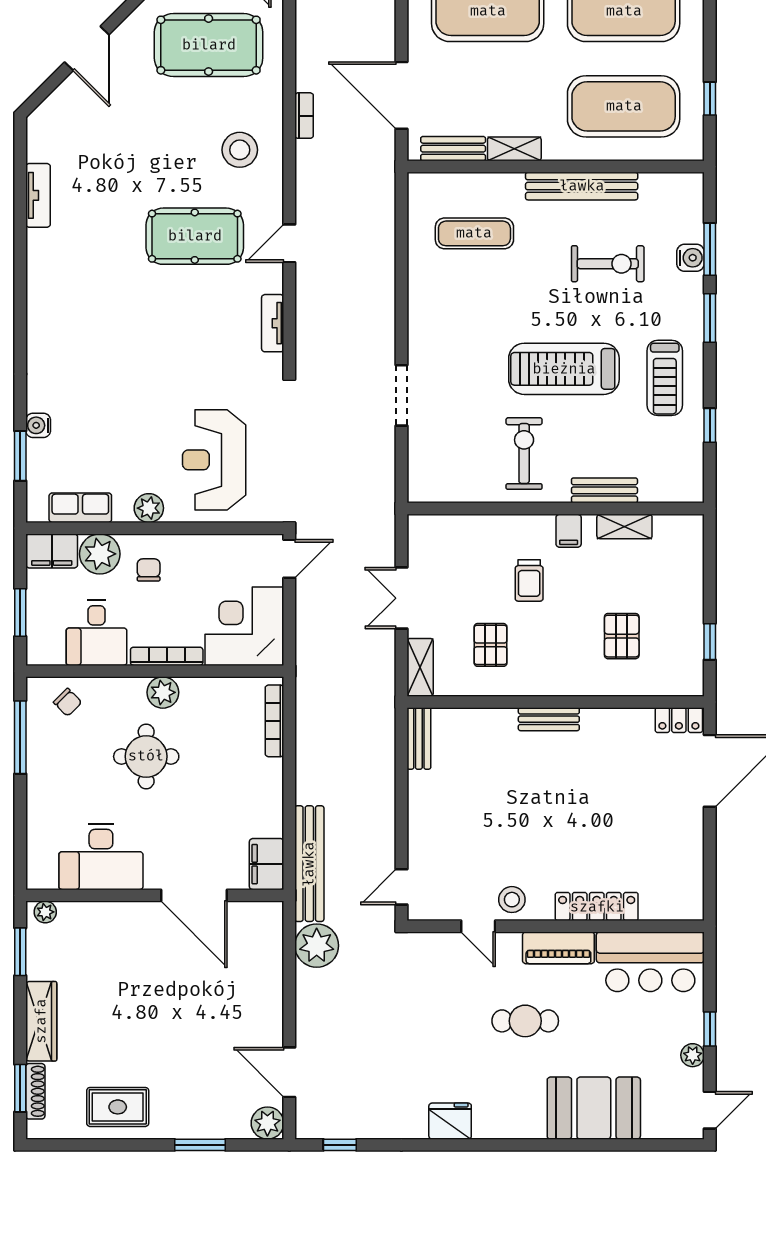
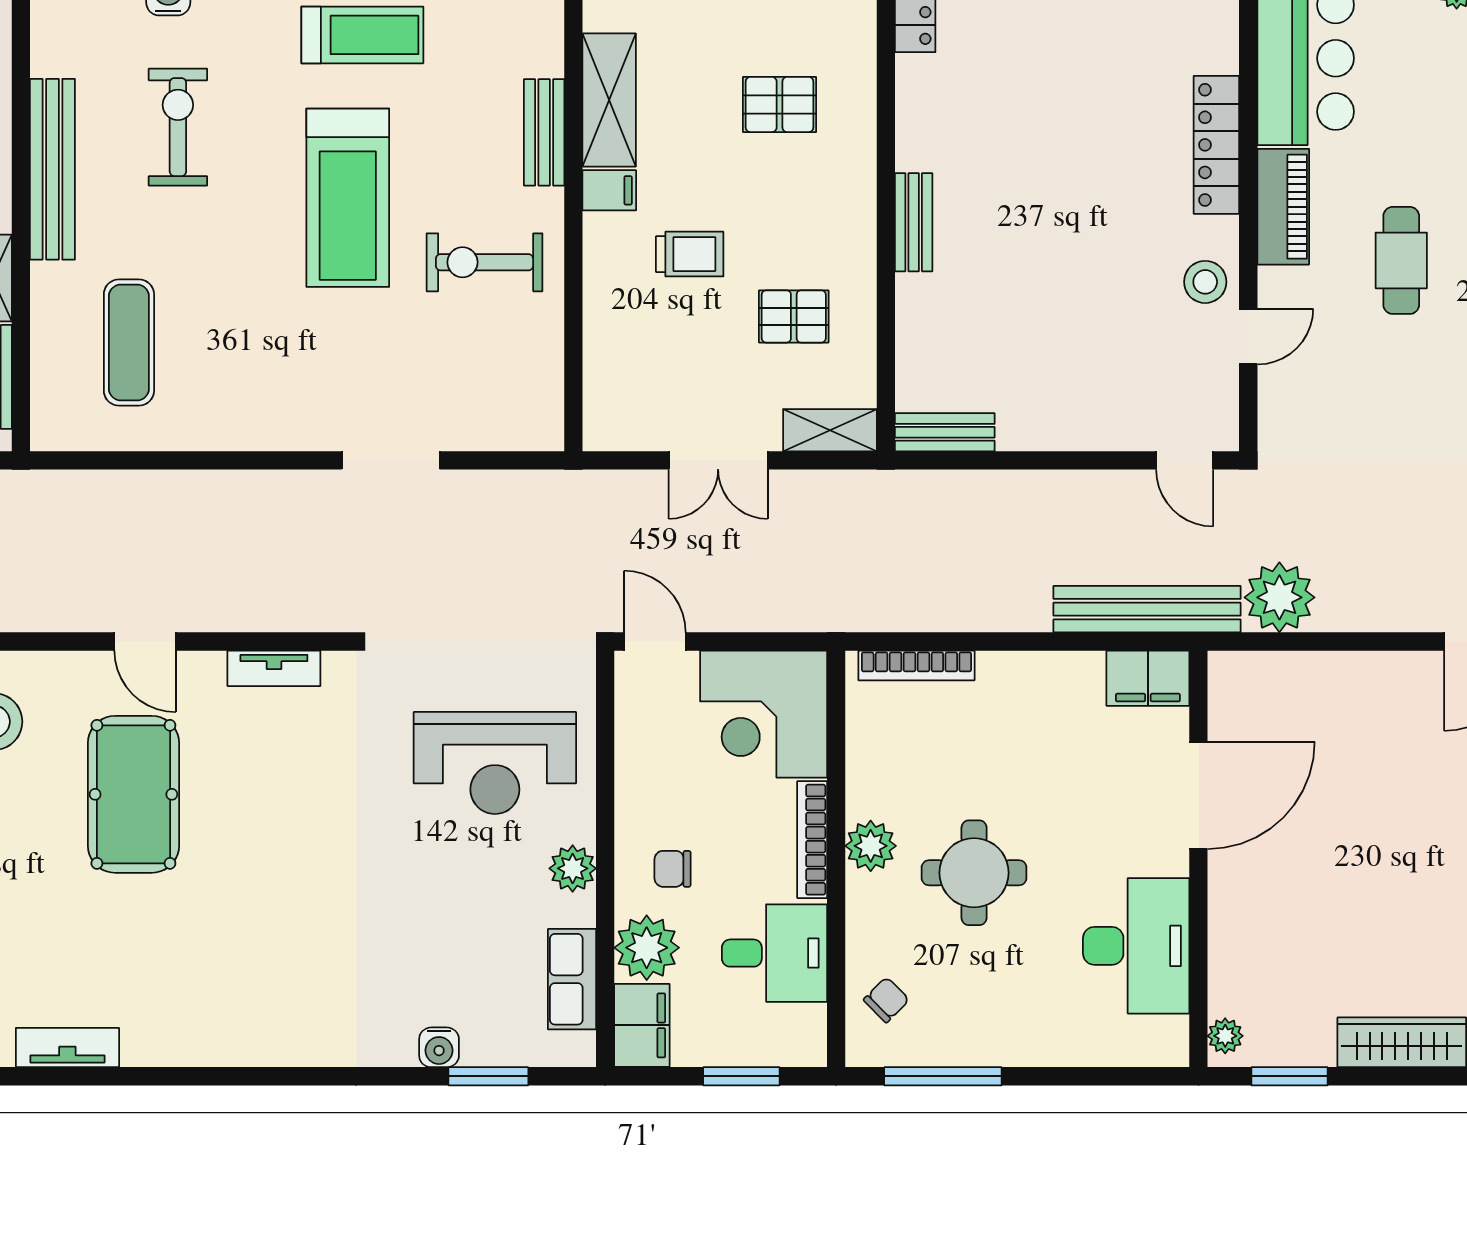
shelving: (624, 527) -> (609, 100), width x1.50, depth x1.33

